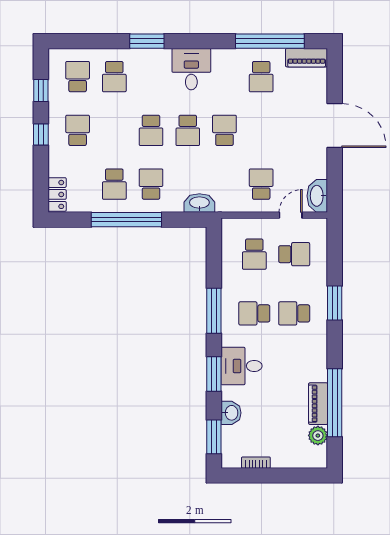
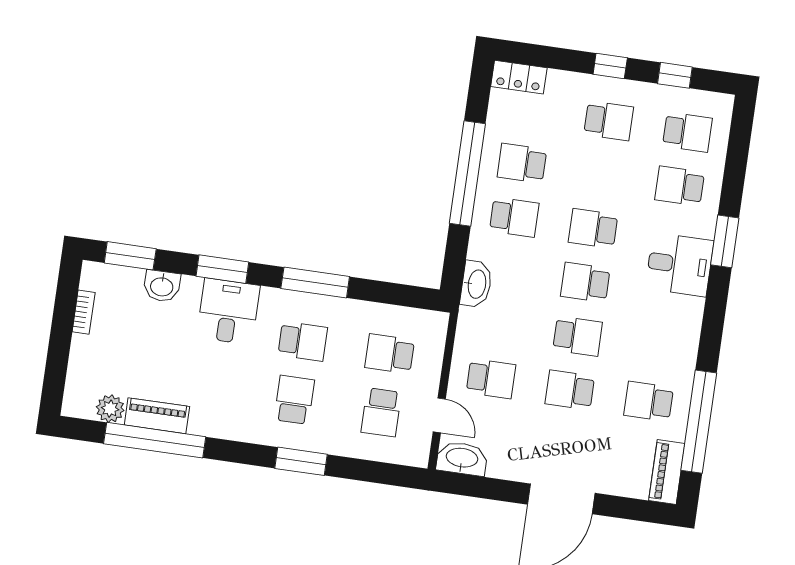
desk: (191, 69) -> (679, 265), moved
school desk: (261, 130) -> (570, 390), added
school desk: (254, 313) -> (303, 341), turned 90

